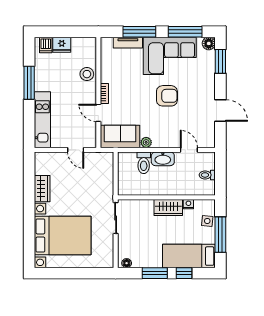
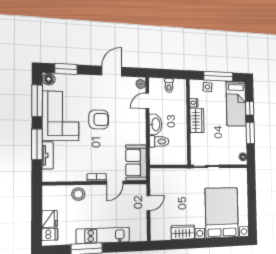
armchair: (167, 96) -> (99, 119), turned 90
kitchen unit: (42, 120) -> (103, 235), moved
plant: (146, 142) -> (141, 84), moved

